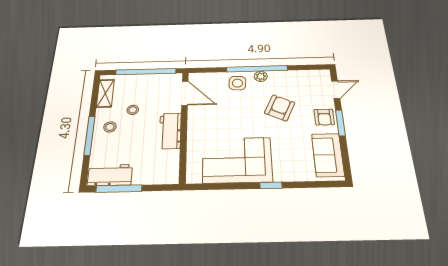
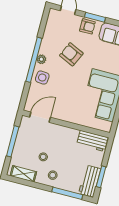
window: (146, 72) -> (13, 141), width x0.68
workbench: (170, 131) -> (92, 141), moved
window: (89, 135) -> (67, 193), moved
window: (119, 189) -> (101, 177), width x0.69

